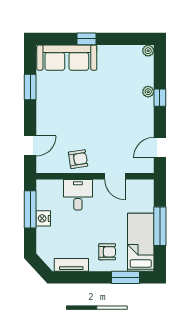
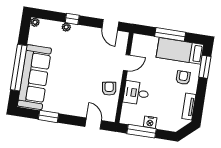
window: (86, 39) -> (19, 68), width x3.17
sofa: (67, 58) -> (34, 77), width x1.36, depth x1.27

